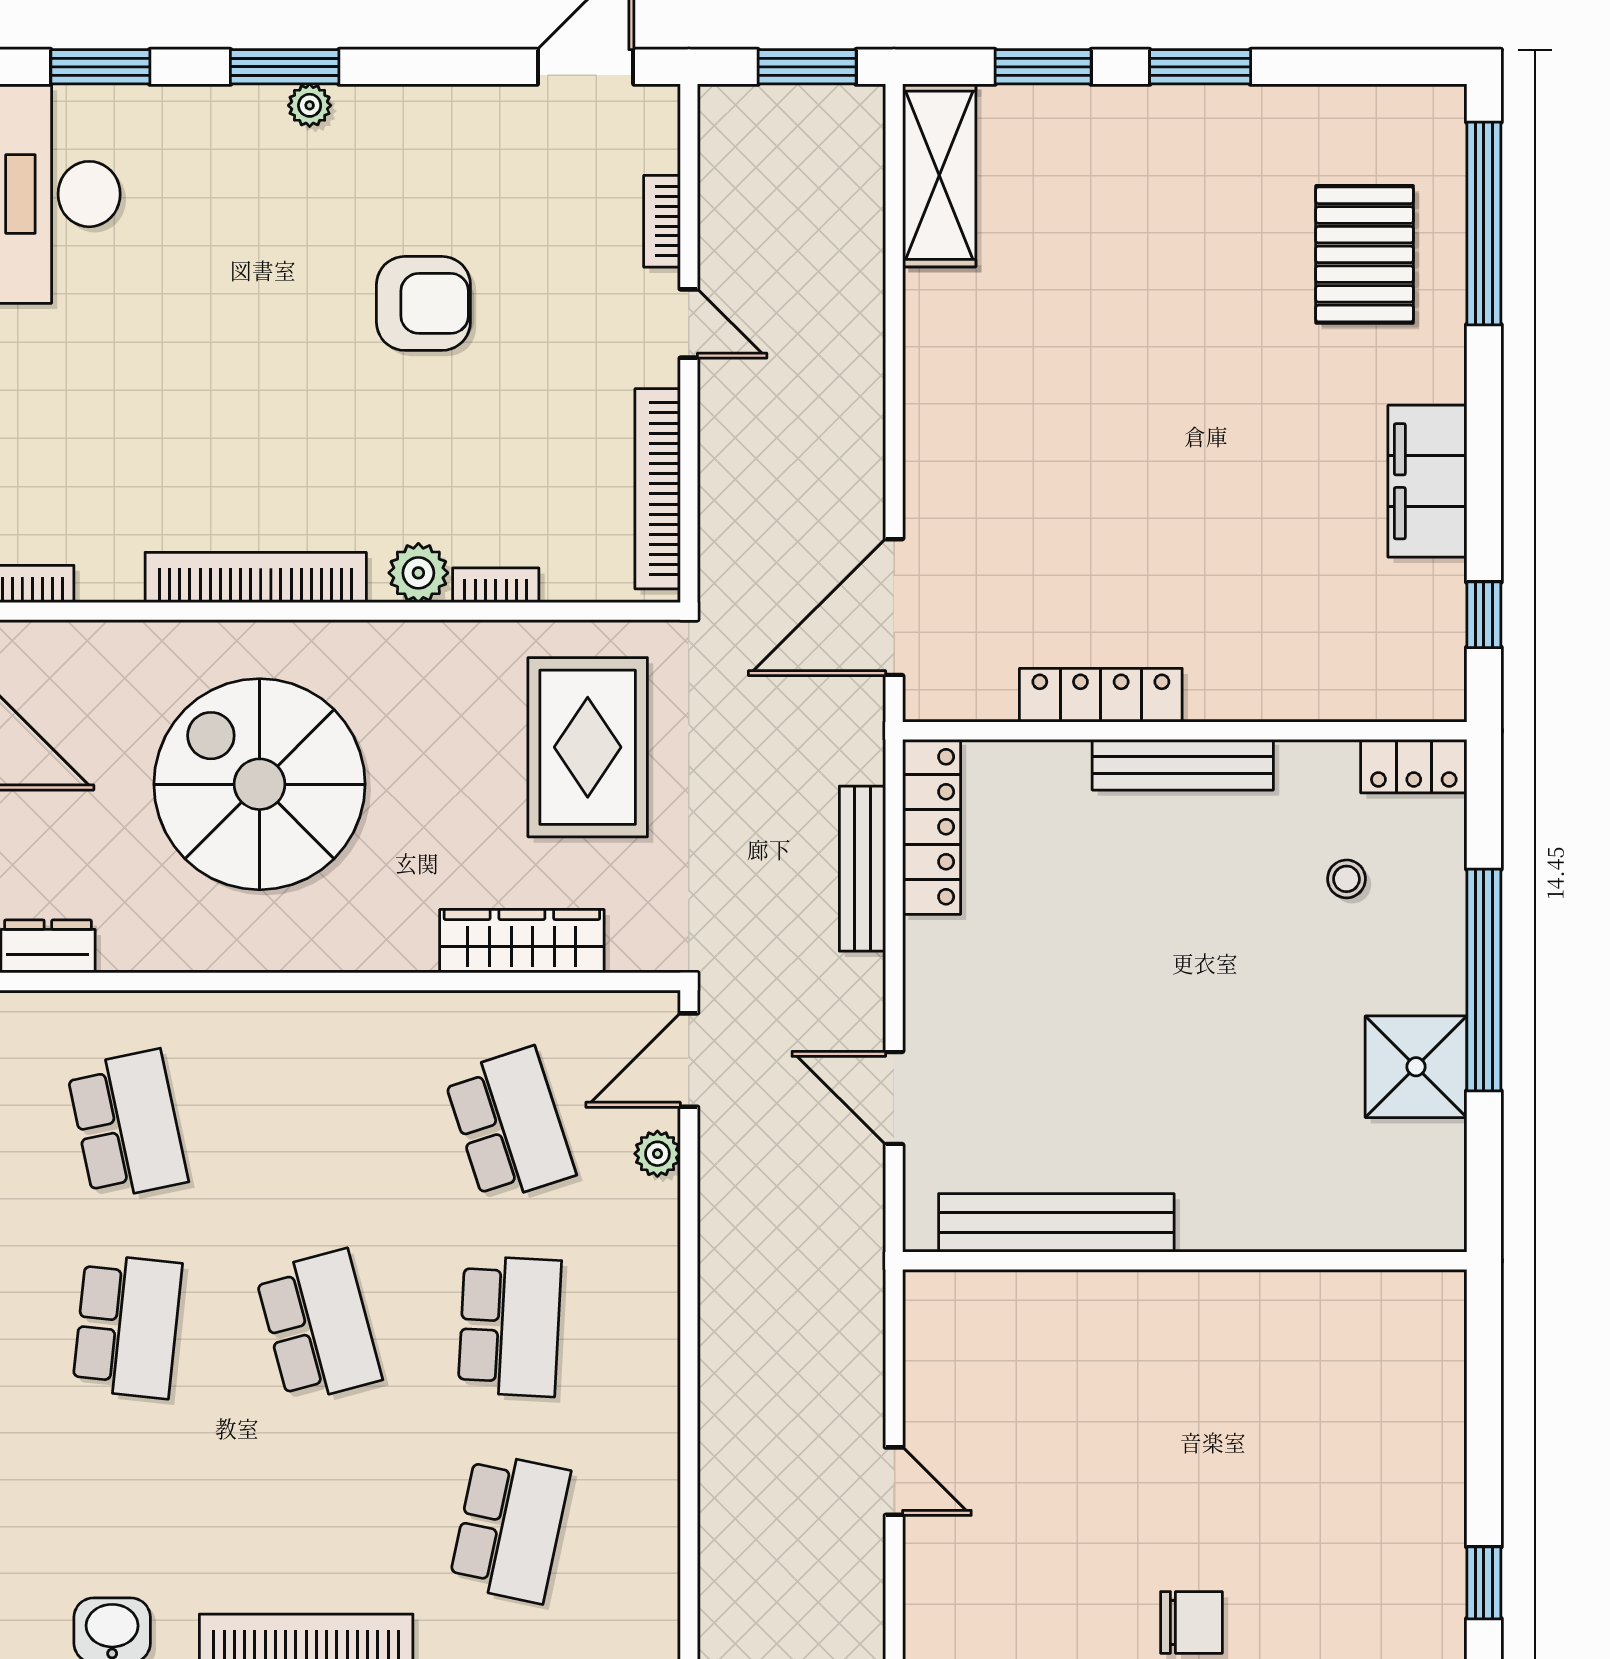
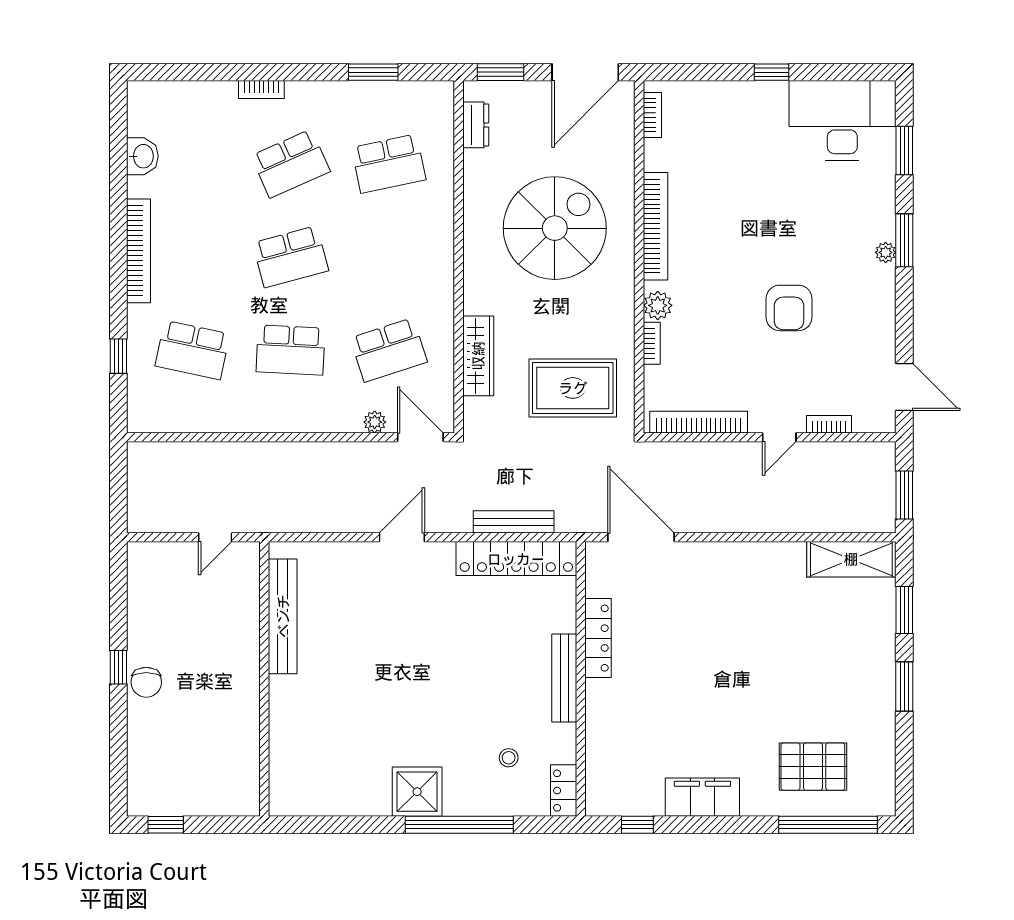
locker: (932, 827) -> (516, 559), width x1.41, depth x1.21
bench: (1056, 1223) -> (283, 616), moved
wall: (1185, 1261) -> (264, 679), moved
school desk: (127, 1326) -> (291, 164), turned -30

